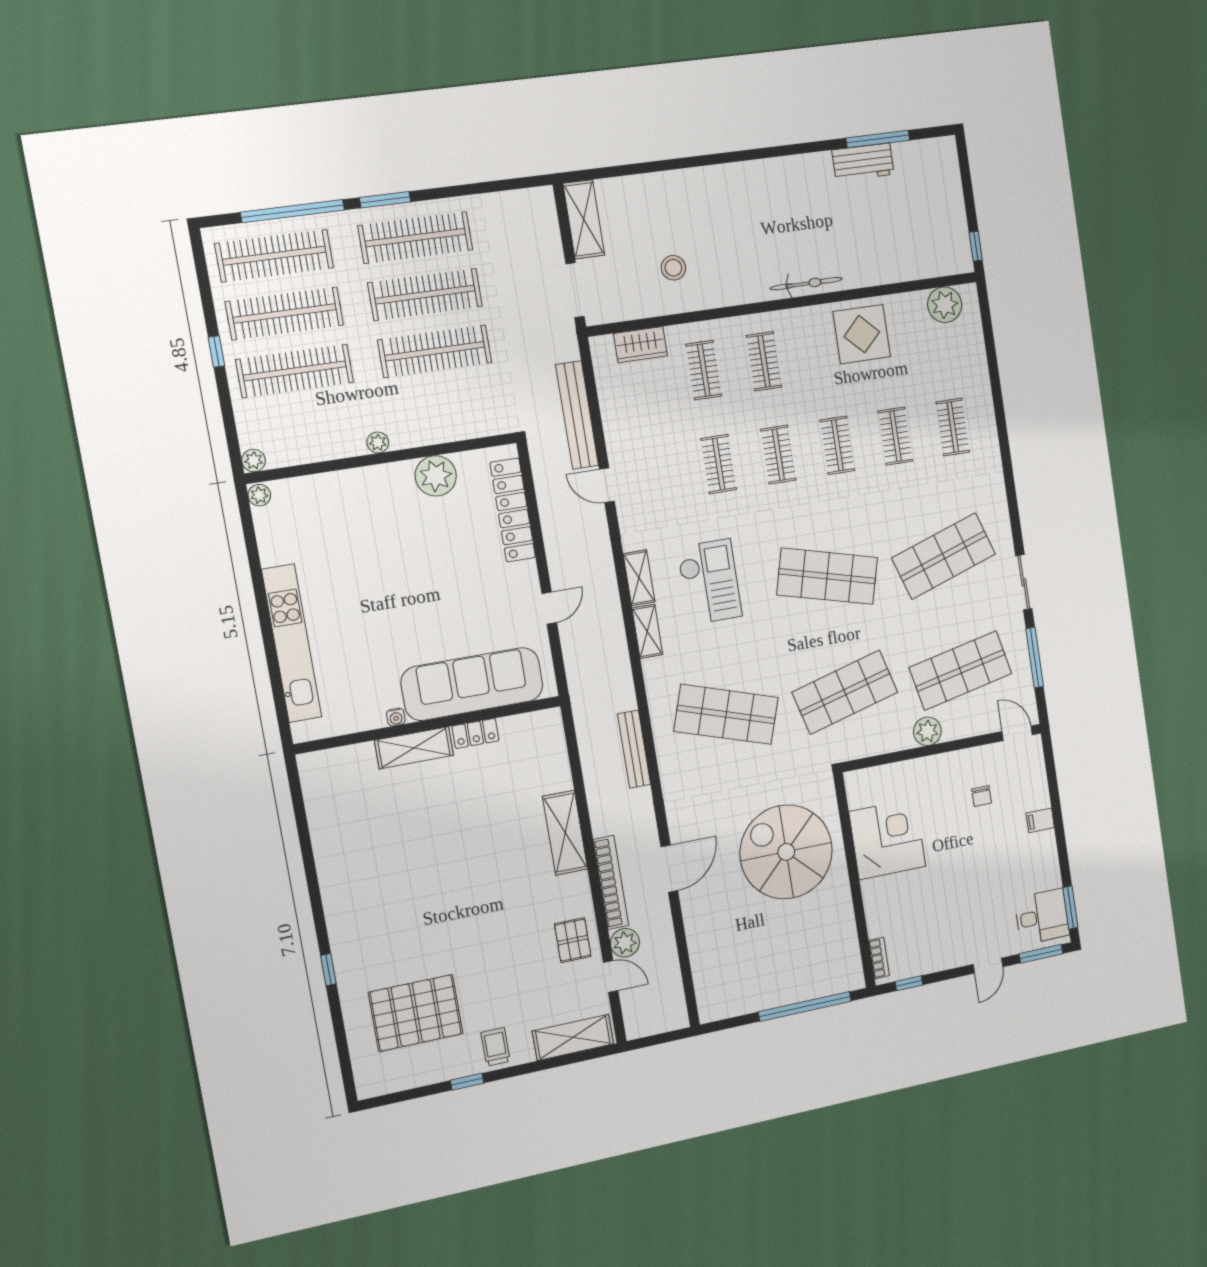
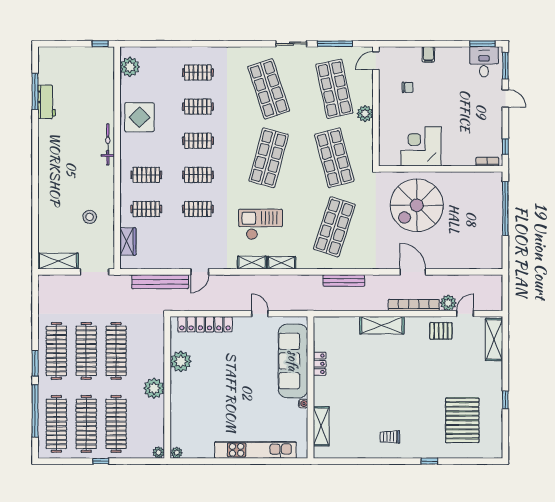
plant: (378, 443) -> (154, 388), width x1.87, depth x1.87
shelving: (414, 748) -> (321, 426), moved
trolley: (496, 1047) -> (390, 437), moved

